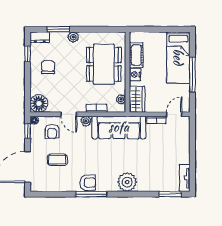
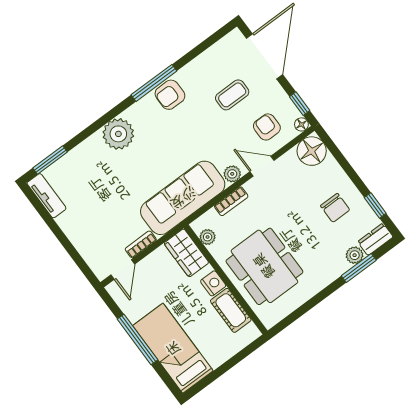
plant: (73, 37) -> (355, 255), moved

